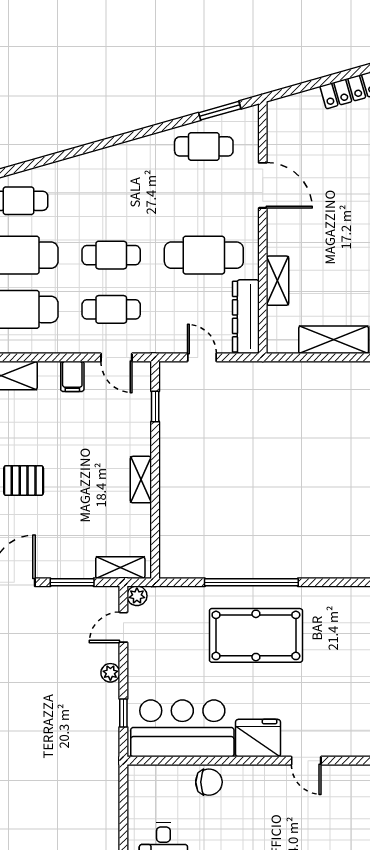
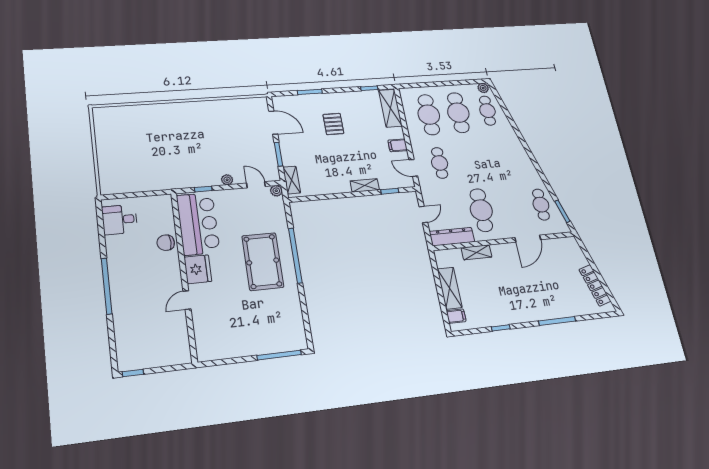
cafe table: (111, 255) -> (470, 160), removed
door: (116, 357) -> (413, 168), hinge flipped
shelving: (141, 480) -> (365, 185), moved
chair: (209, 782) -> (166, 243), turned 90

